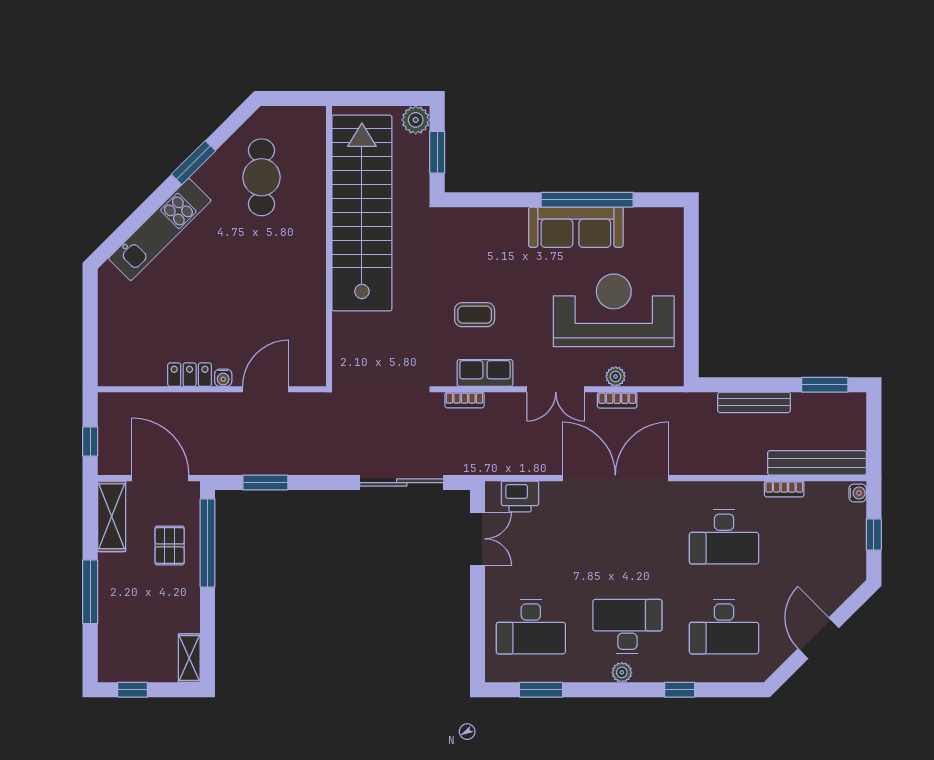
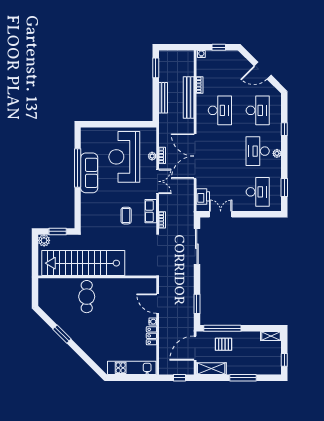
cafe table: (262, 177) -> (87, 297), moved, turned 90
kitchen unit: (160, 230) -> (132, 368), moved, turned -45
bench: (817, 463) -> (189, 98), moved

